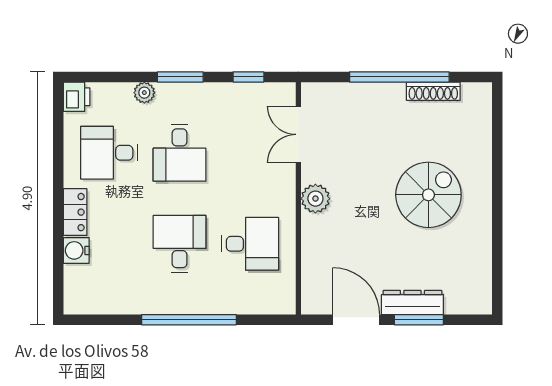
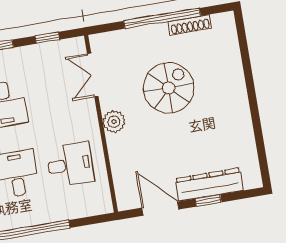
spiral stairs: (428, 195) -> (169, 88), moved
dresser: (412, 302) -> (209, 184), width x1.37, depth x1.24
window: (419, 320) -> (208, 201), width x0.67

